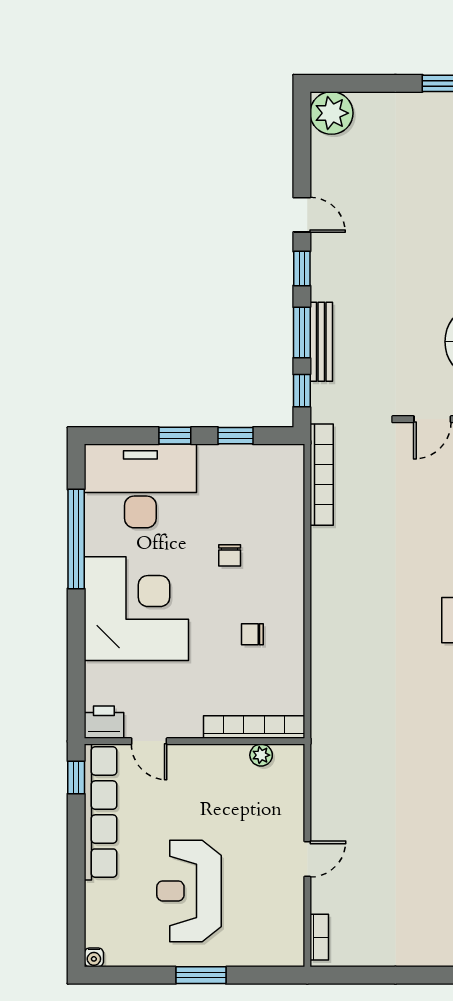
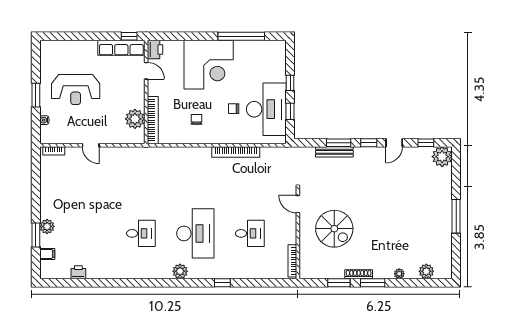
window: (302, 391) -> (426, 143), moved
bookcase: (322, 475) -> (236, 152), moved
desk: (140, 486) -> (266, 109), moved
door: (149, 741) -> (146, 71), swing flipped
plant: (261, 755) -> (135, 119), width x1.87, depth x1.87
row of seats: (100, 812) -> (121, 48), width x0.73
reception desk: (189, 891) -> (76, 90), turned 180
water cooler: (94, 957) -> (44, 120), moved

